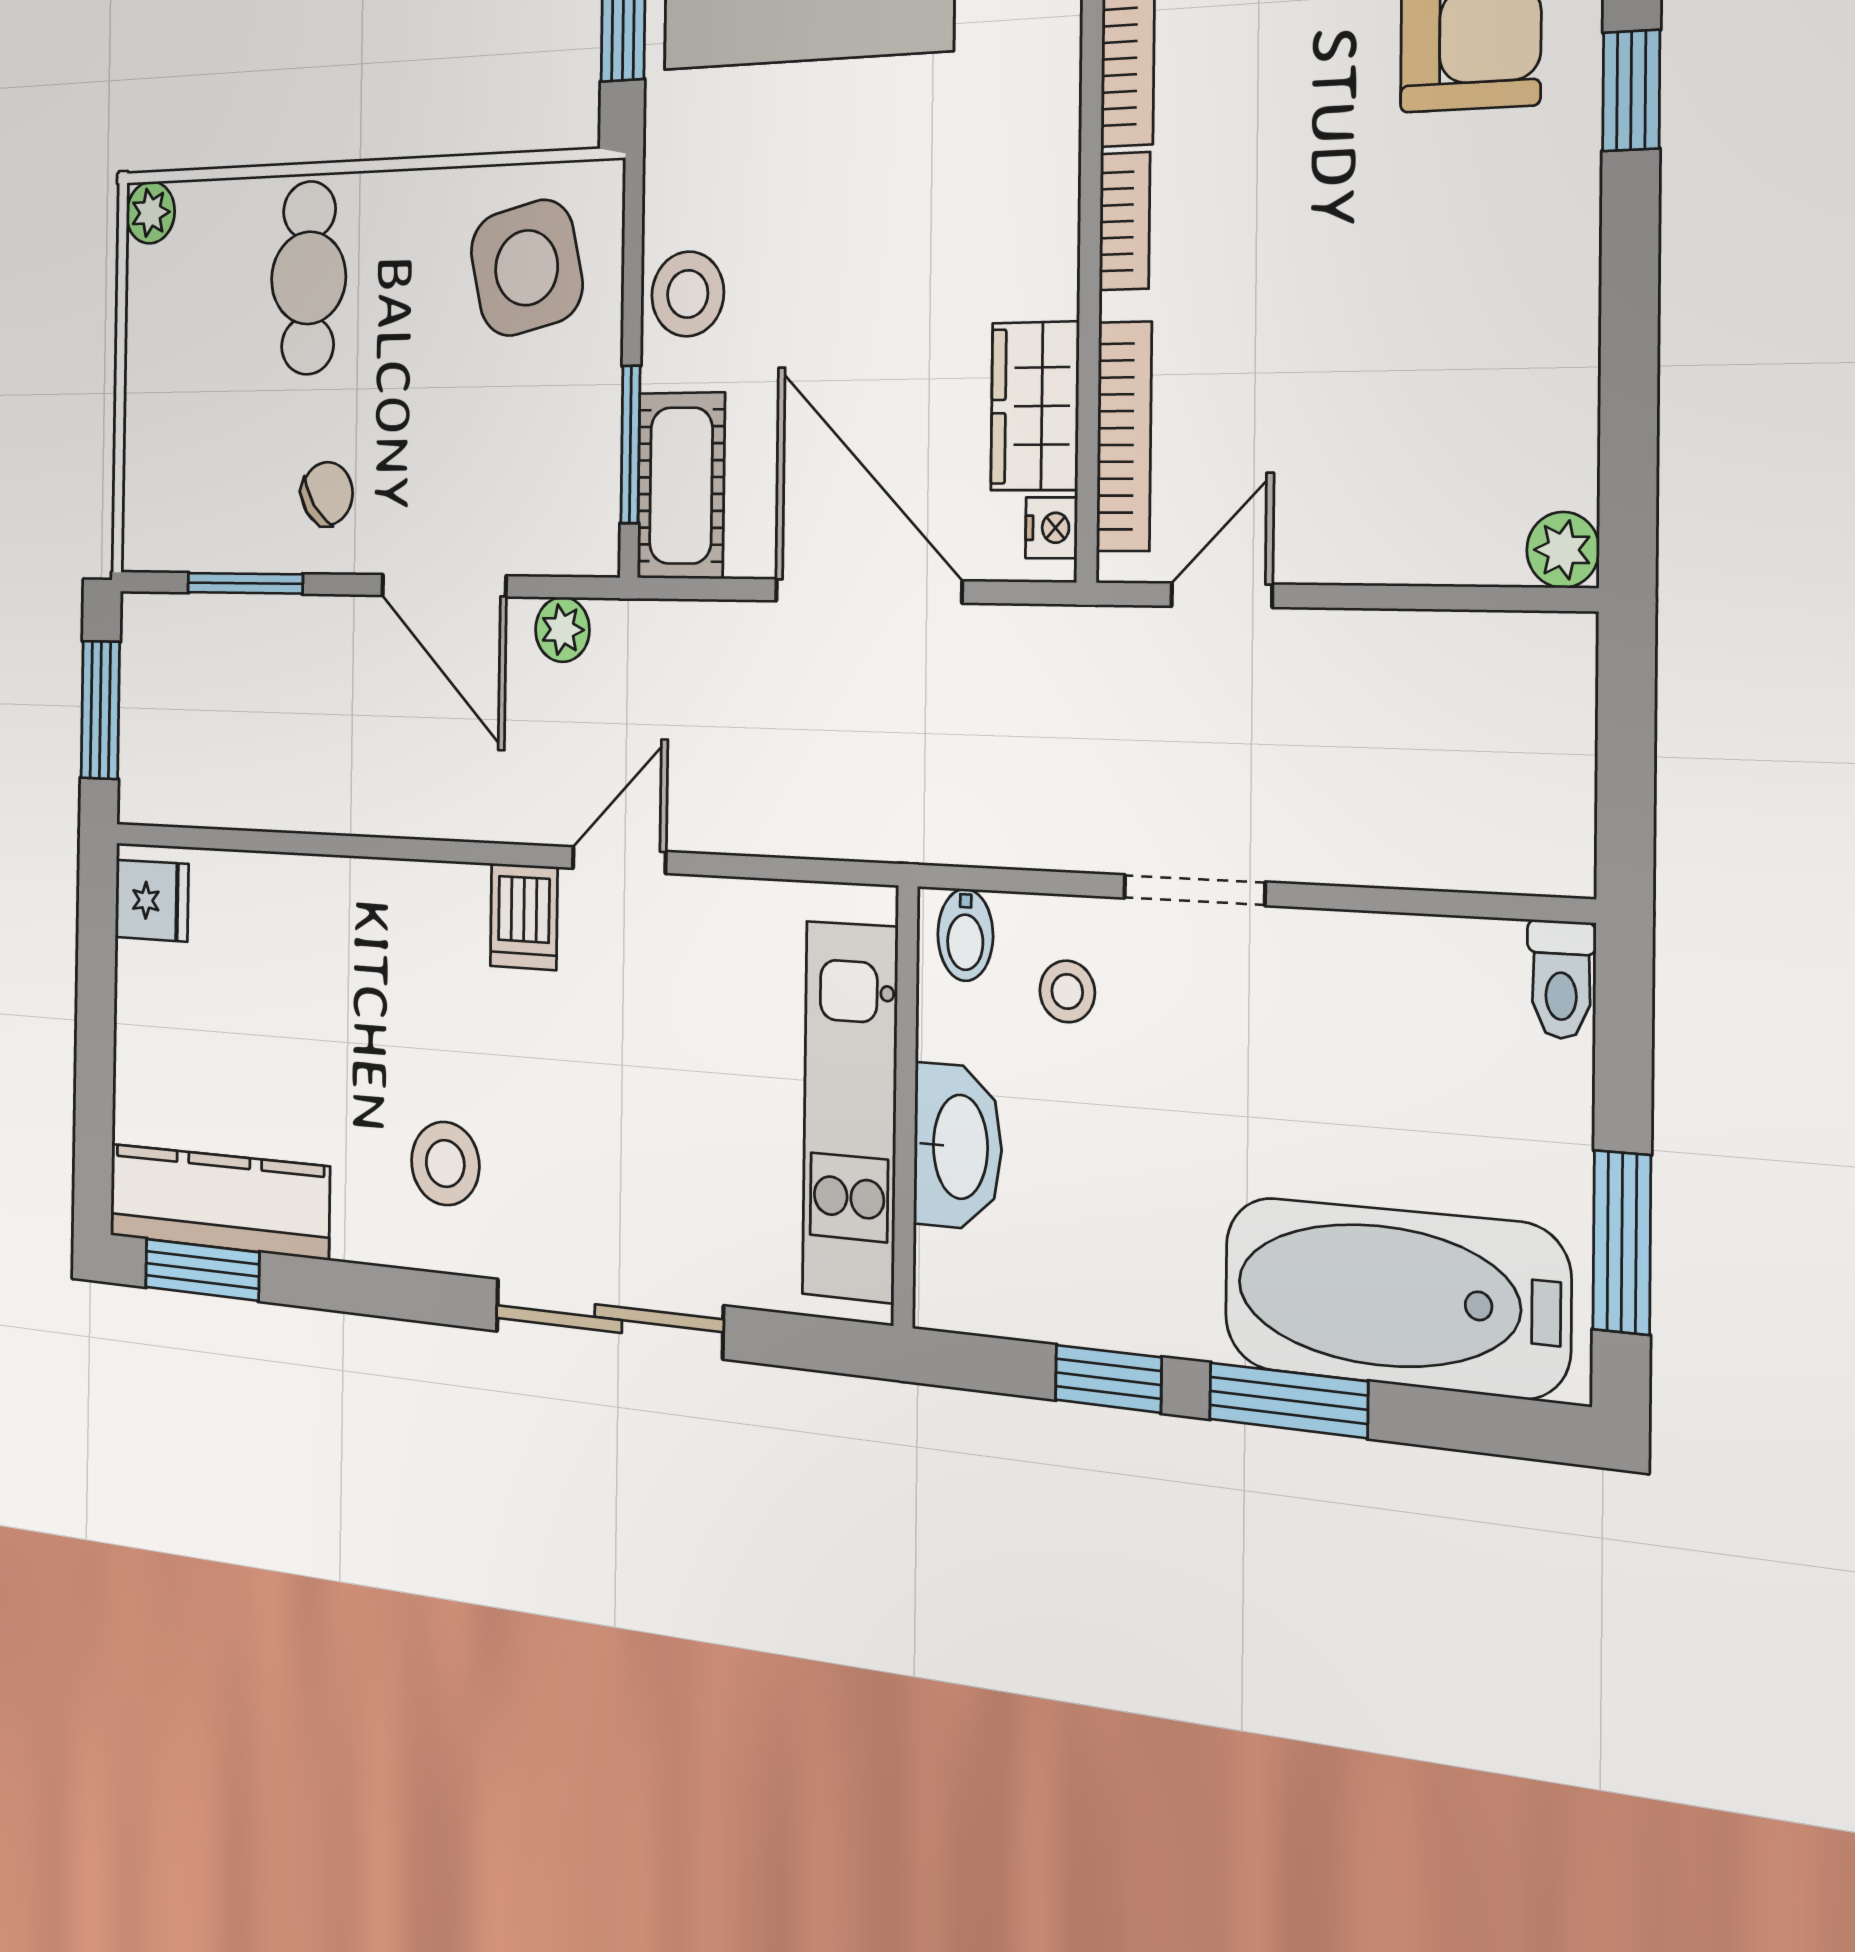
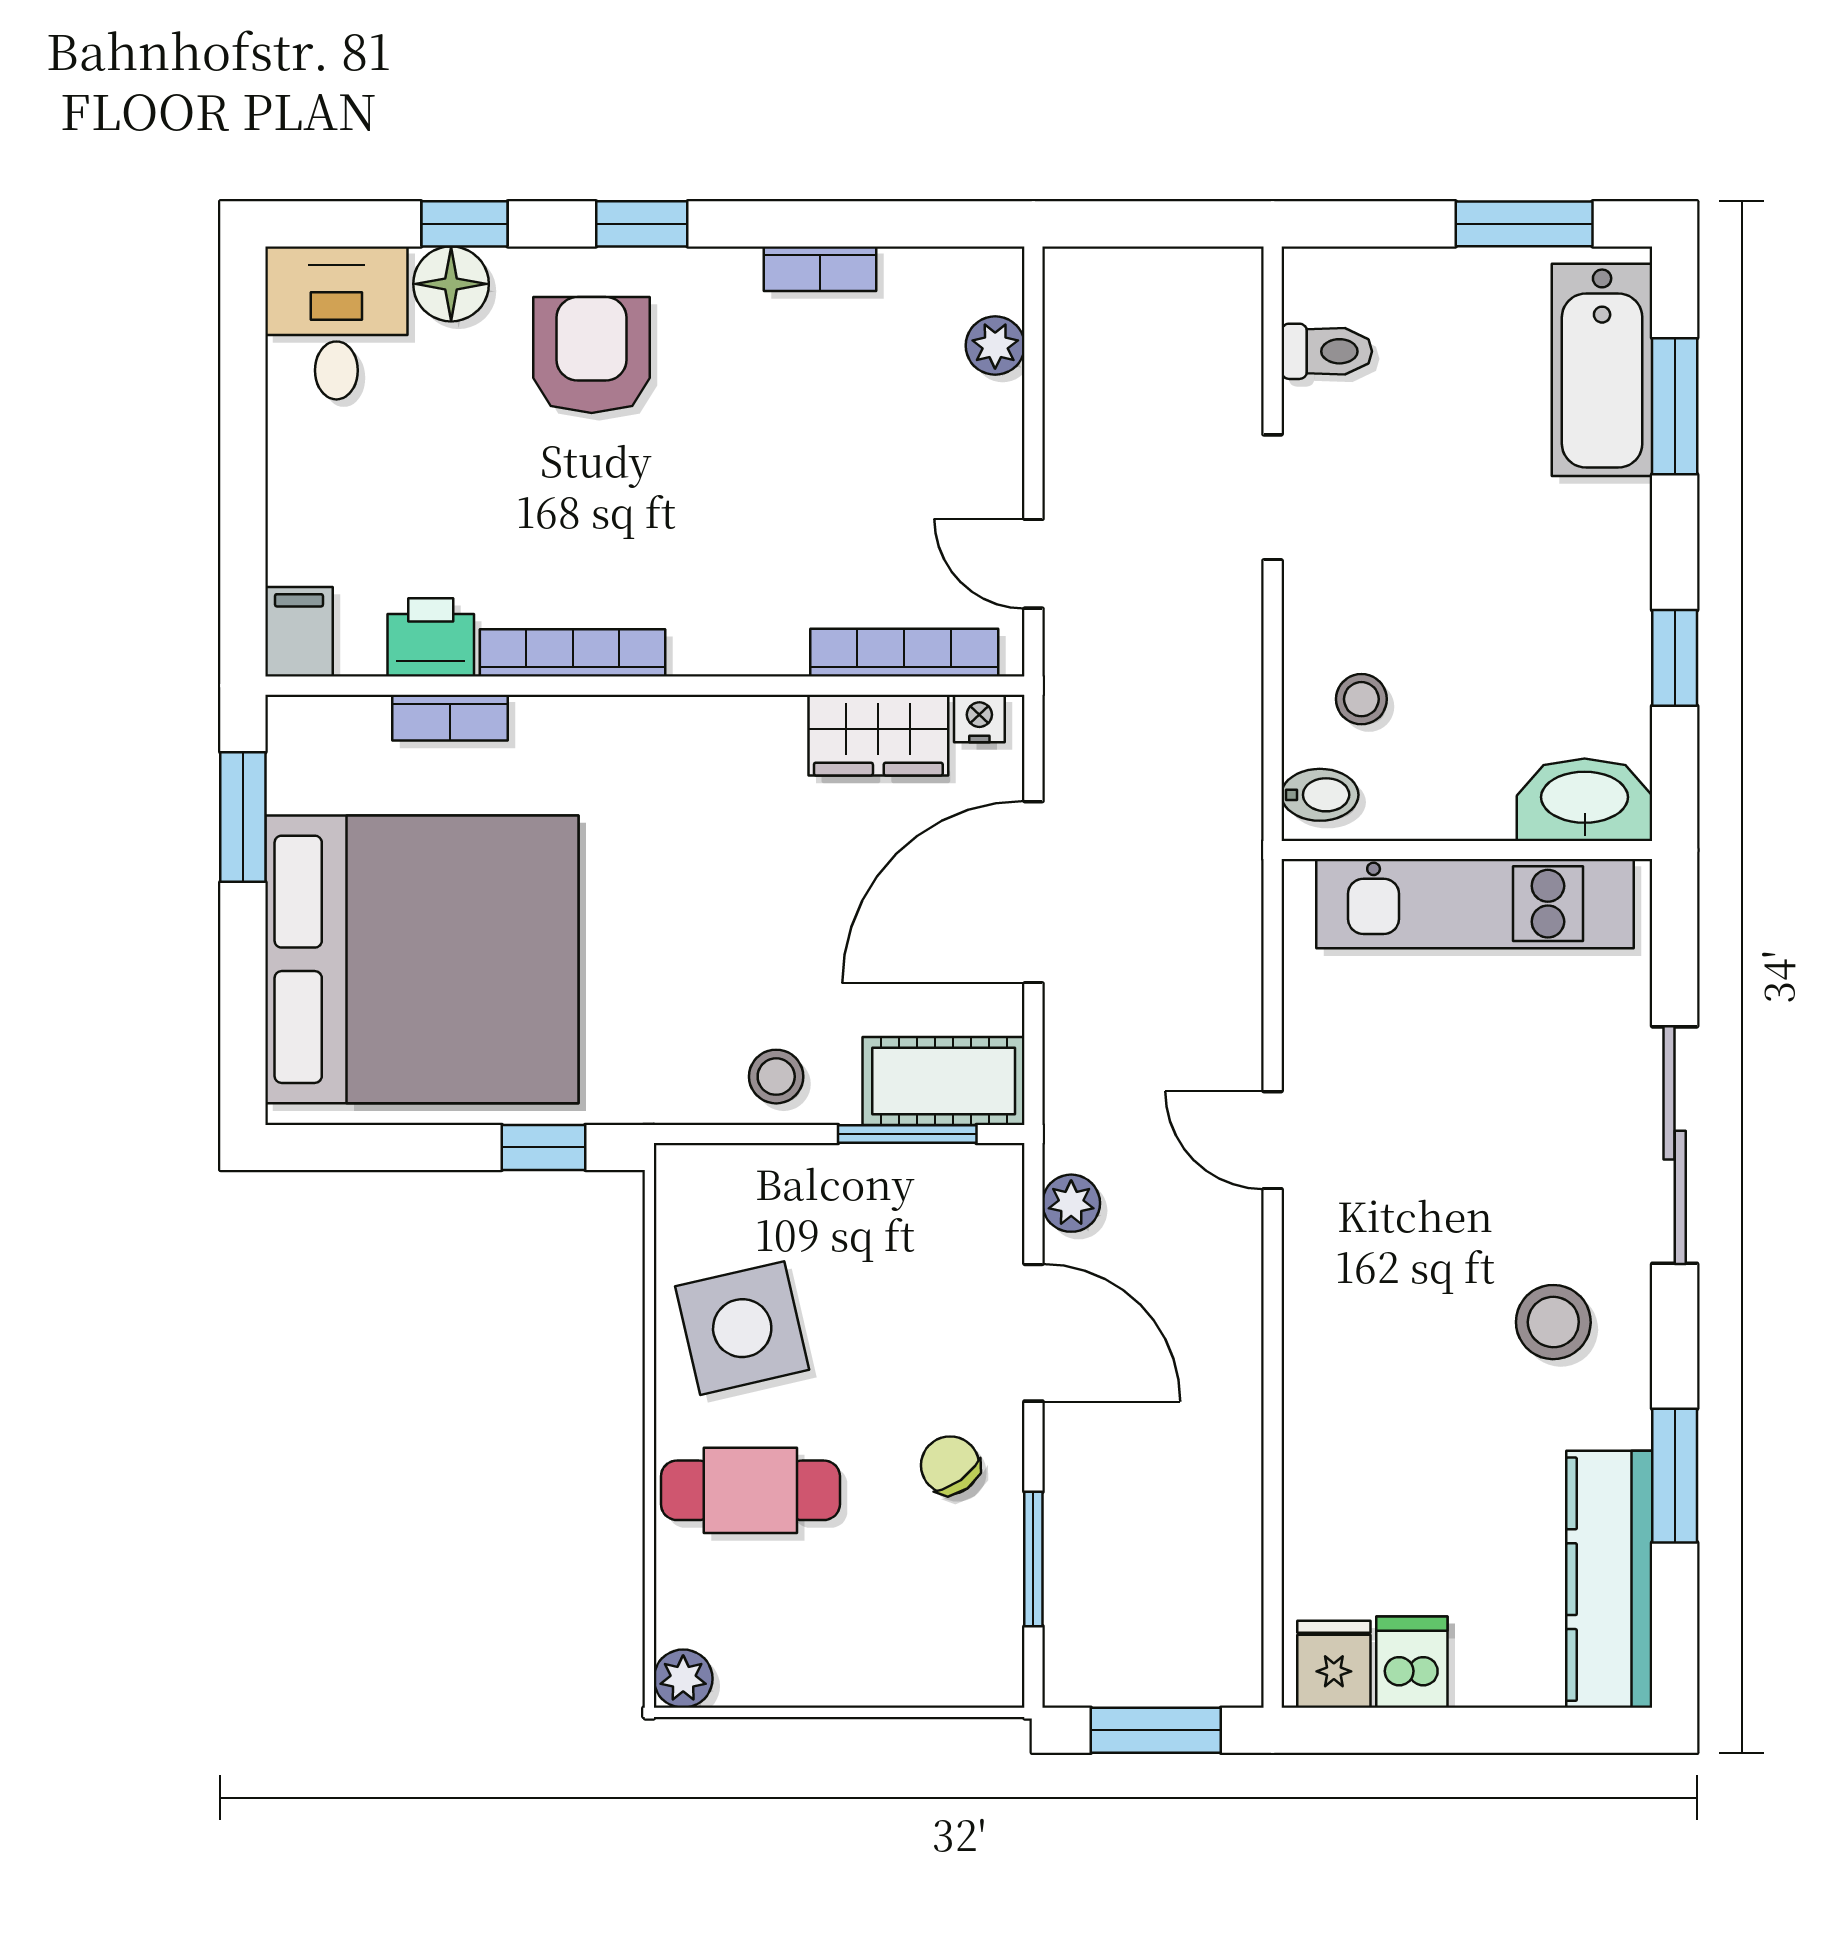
bookcase: (1125, 221) -> (820, 269), moved, turned 180
side table: (527, 268) -> (742, 1328), moved
stool: (688, 294) -> (776, 1077), width x0.73, depth x0.73
plant: (1563, 550) -> (995, 346), moved
door: (444, 586) -> (1033, 1333), hinge flipped
doorway: (1194, 890) -> (1273, 497), moved
dishwasher: (524, 917) -> (1412, 1662), moved, turned -90
toilet: (1561, 980) -> (1327, 351), moved
washbasin: (958, 1147) -> (1585, 800), moved
window: (202, 1270) -> (1675, 1476), moved
bathtub: (1395, 1297) -> (1602, 370), width x0.73, depth x0.73
window: (1288, 1400) -> (1675, 406), moved

